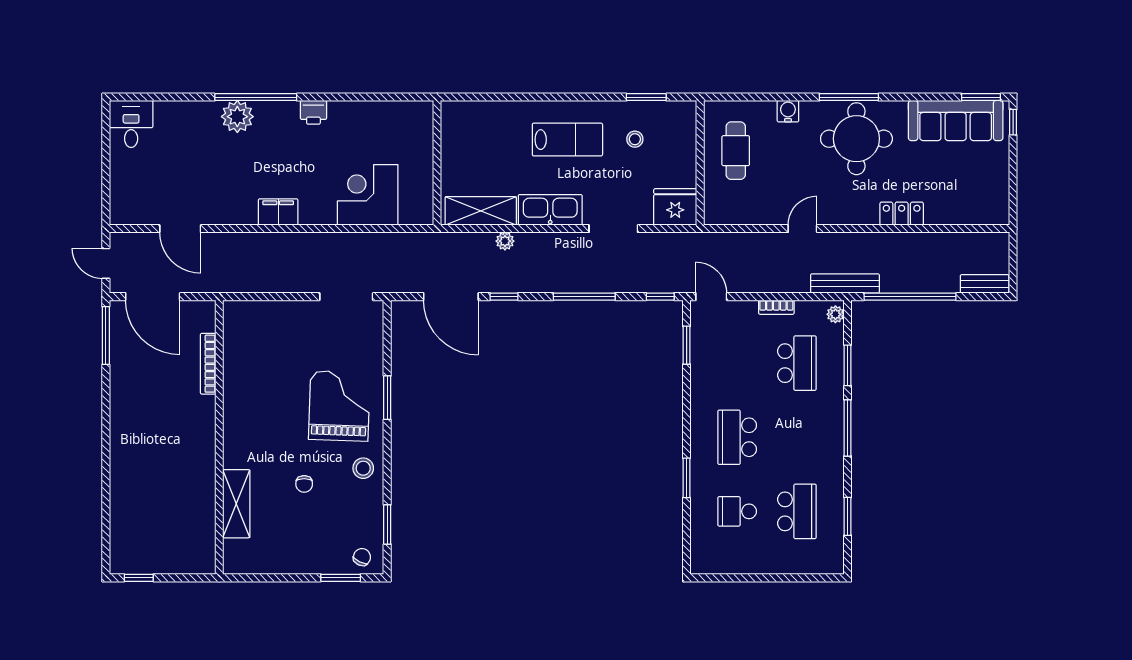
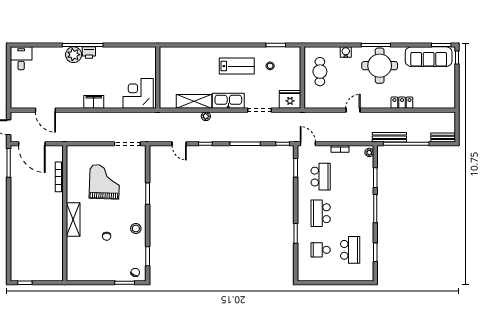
printer: (313, 112) -> (89, 53), moved
wall: (437, 163) -> (158, 78), moved
bench: (845, 284) -> (389, 137), moved
door: (451, 297) -> (179, 144), width x0.53
school desk: (797, 363) -> (321, 177), moved
grand piano: (339, 406) -> (104, 182), moved
shelving: (236, 504) -> (73, 219), moved

